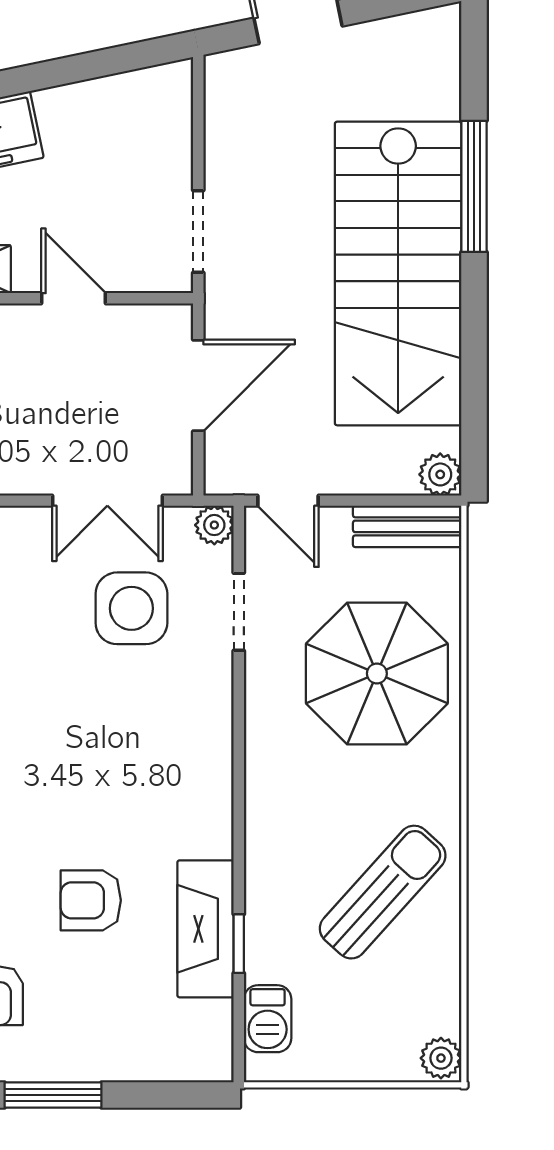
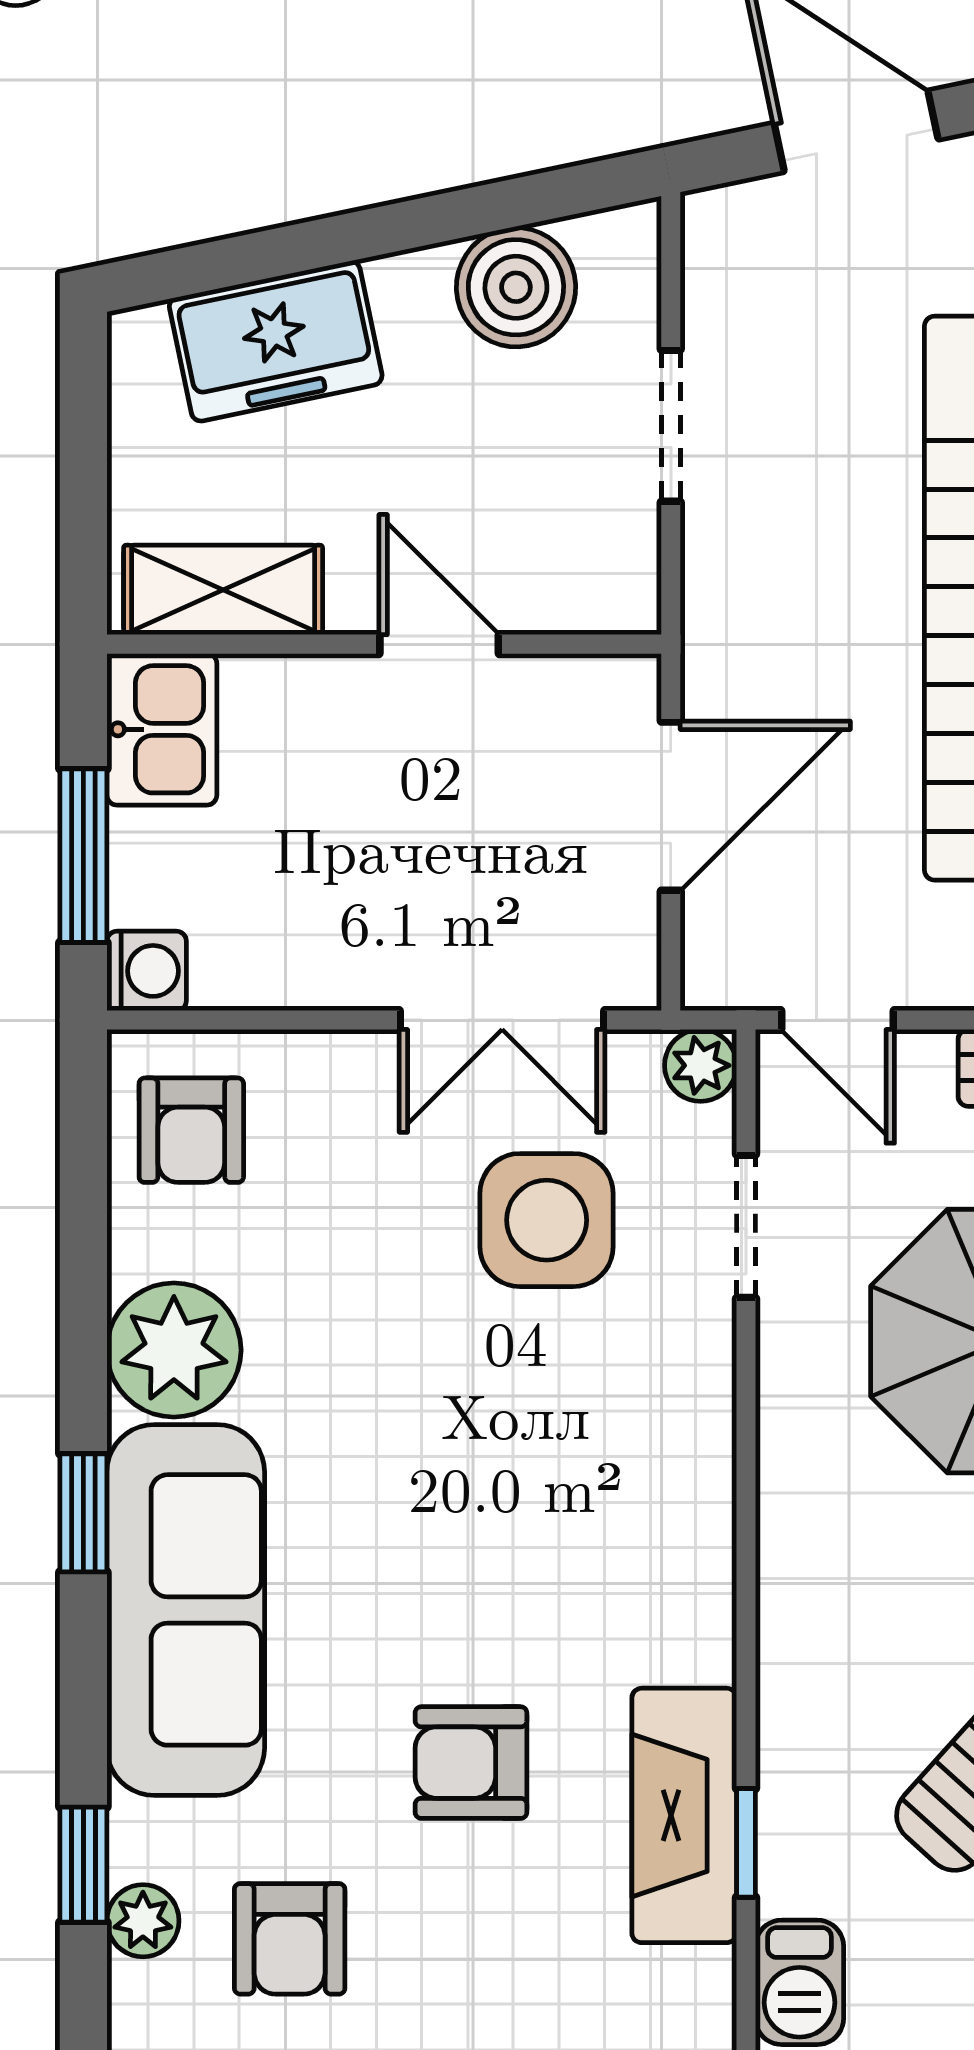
boiler: (115, 106) -> (516, 287), added
doorway: (198, 231) -> (671, 426), moved

